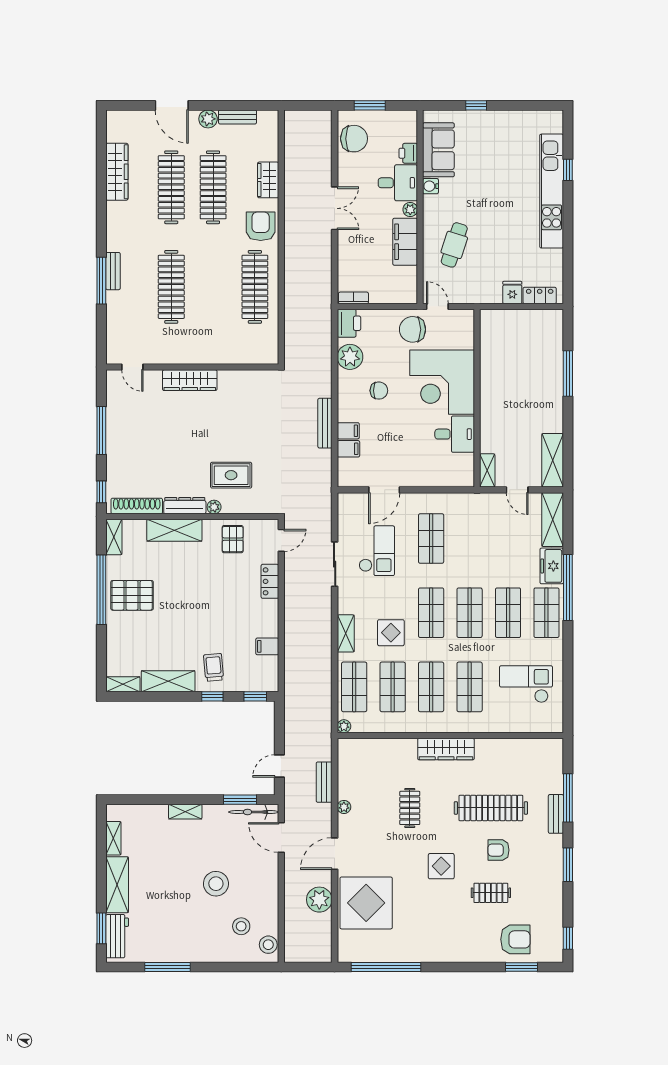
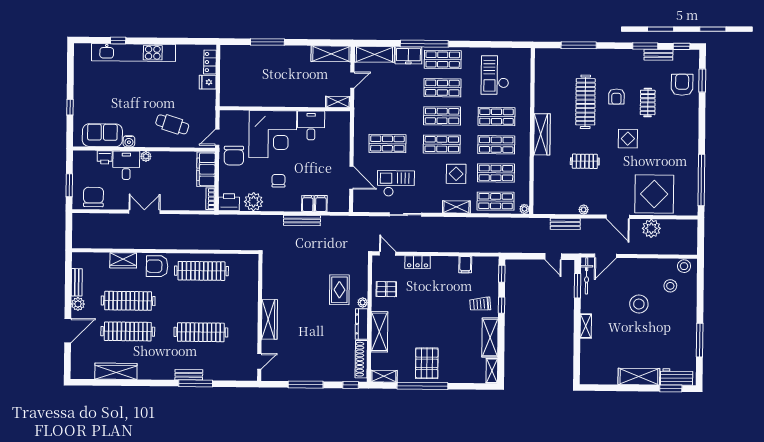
filing cabinet: (405, 242) -> (206, 169), moved, turned 90
bench: (556, 814) -> (658, 55), moved
shelving: (113, 838) -> (605, 379), removed
window: (568, 865) -> (645, 46), moved

